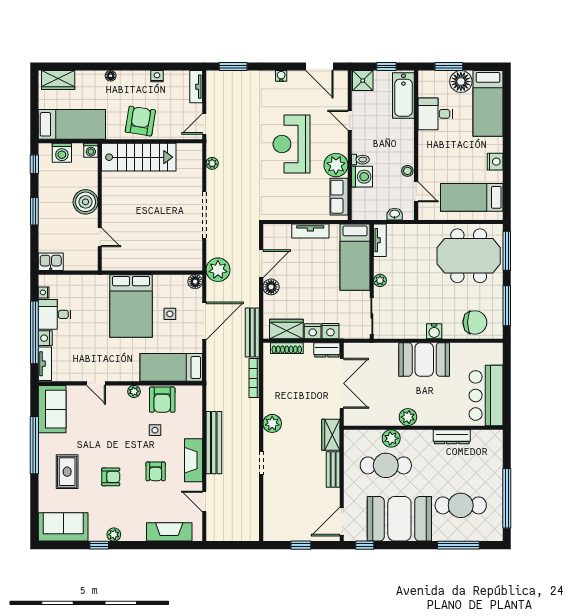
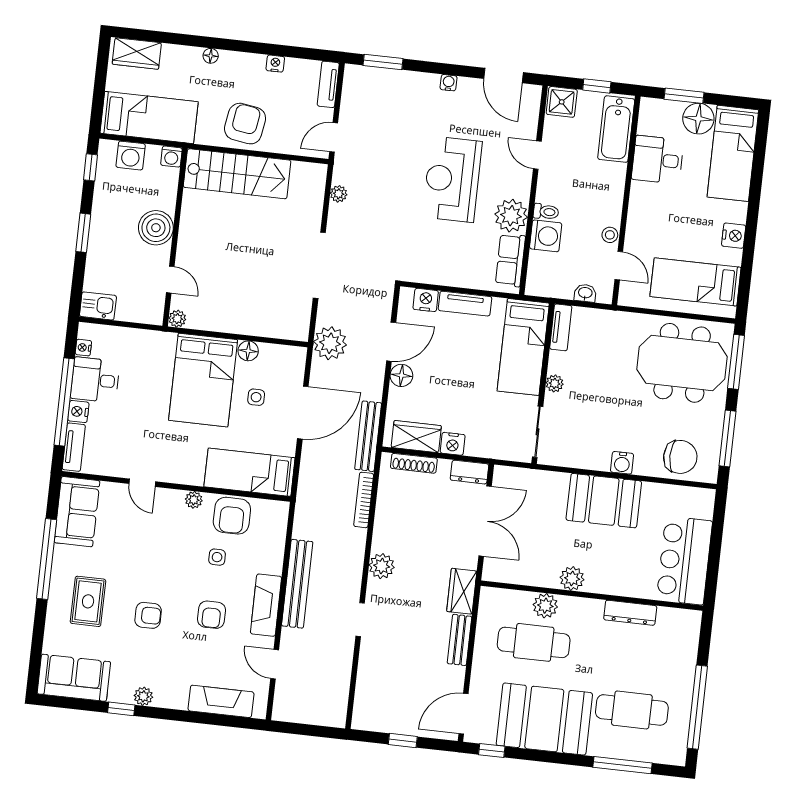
plant: (108, 265) -> (177, 319), added
floor lamp: (195, 282) -> (248, 351), moved
nightstand: (330, 331) -> (426, 300), moved, turned 180

